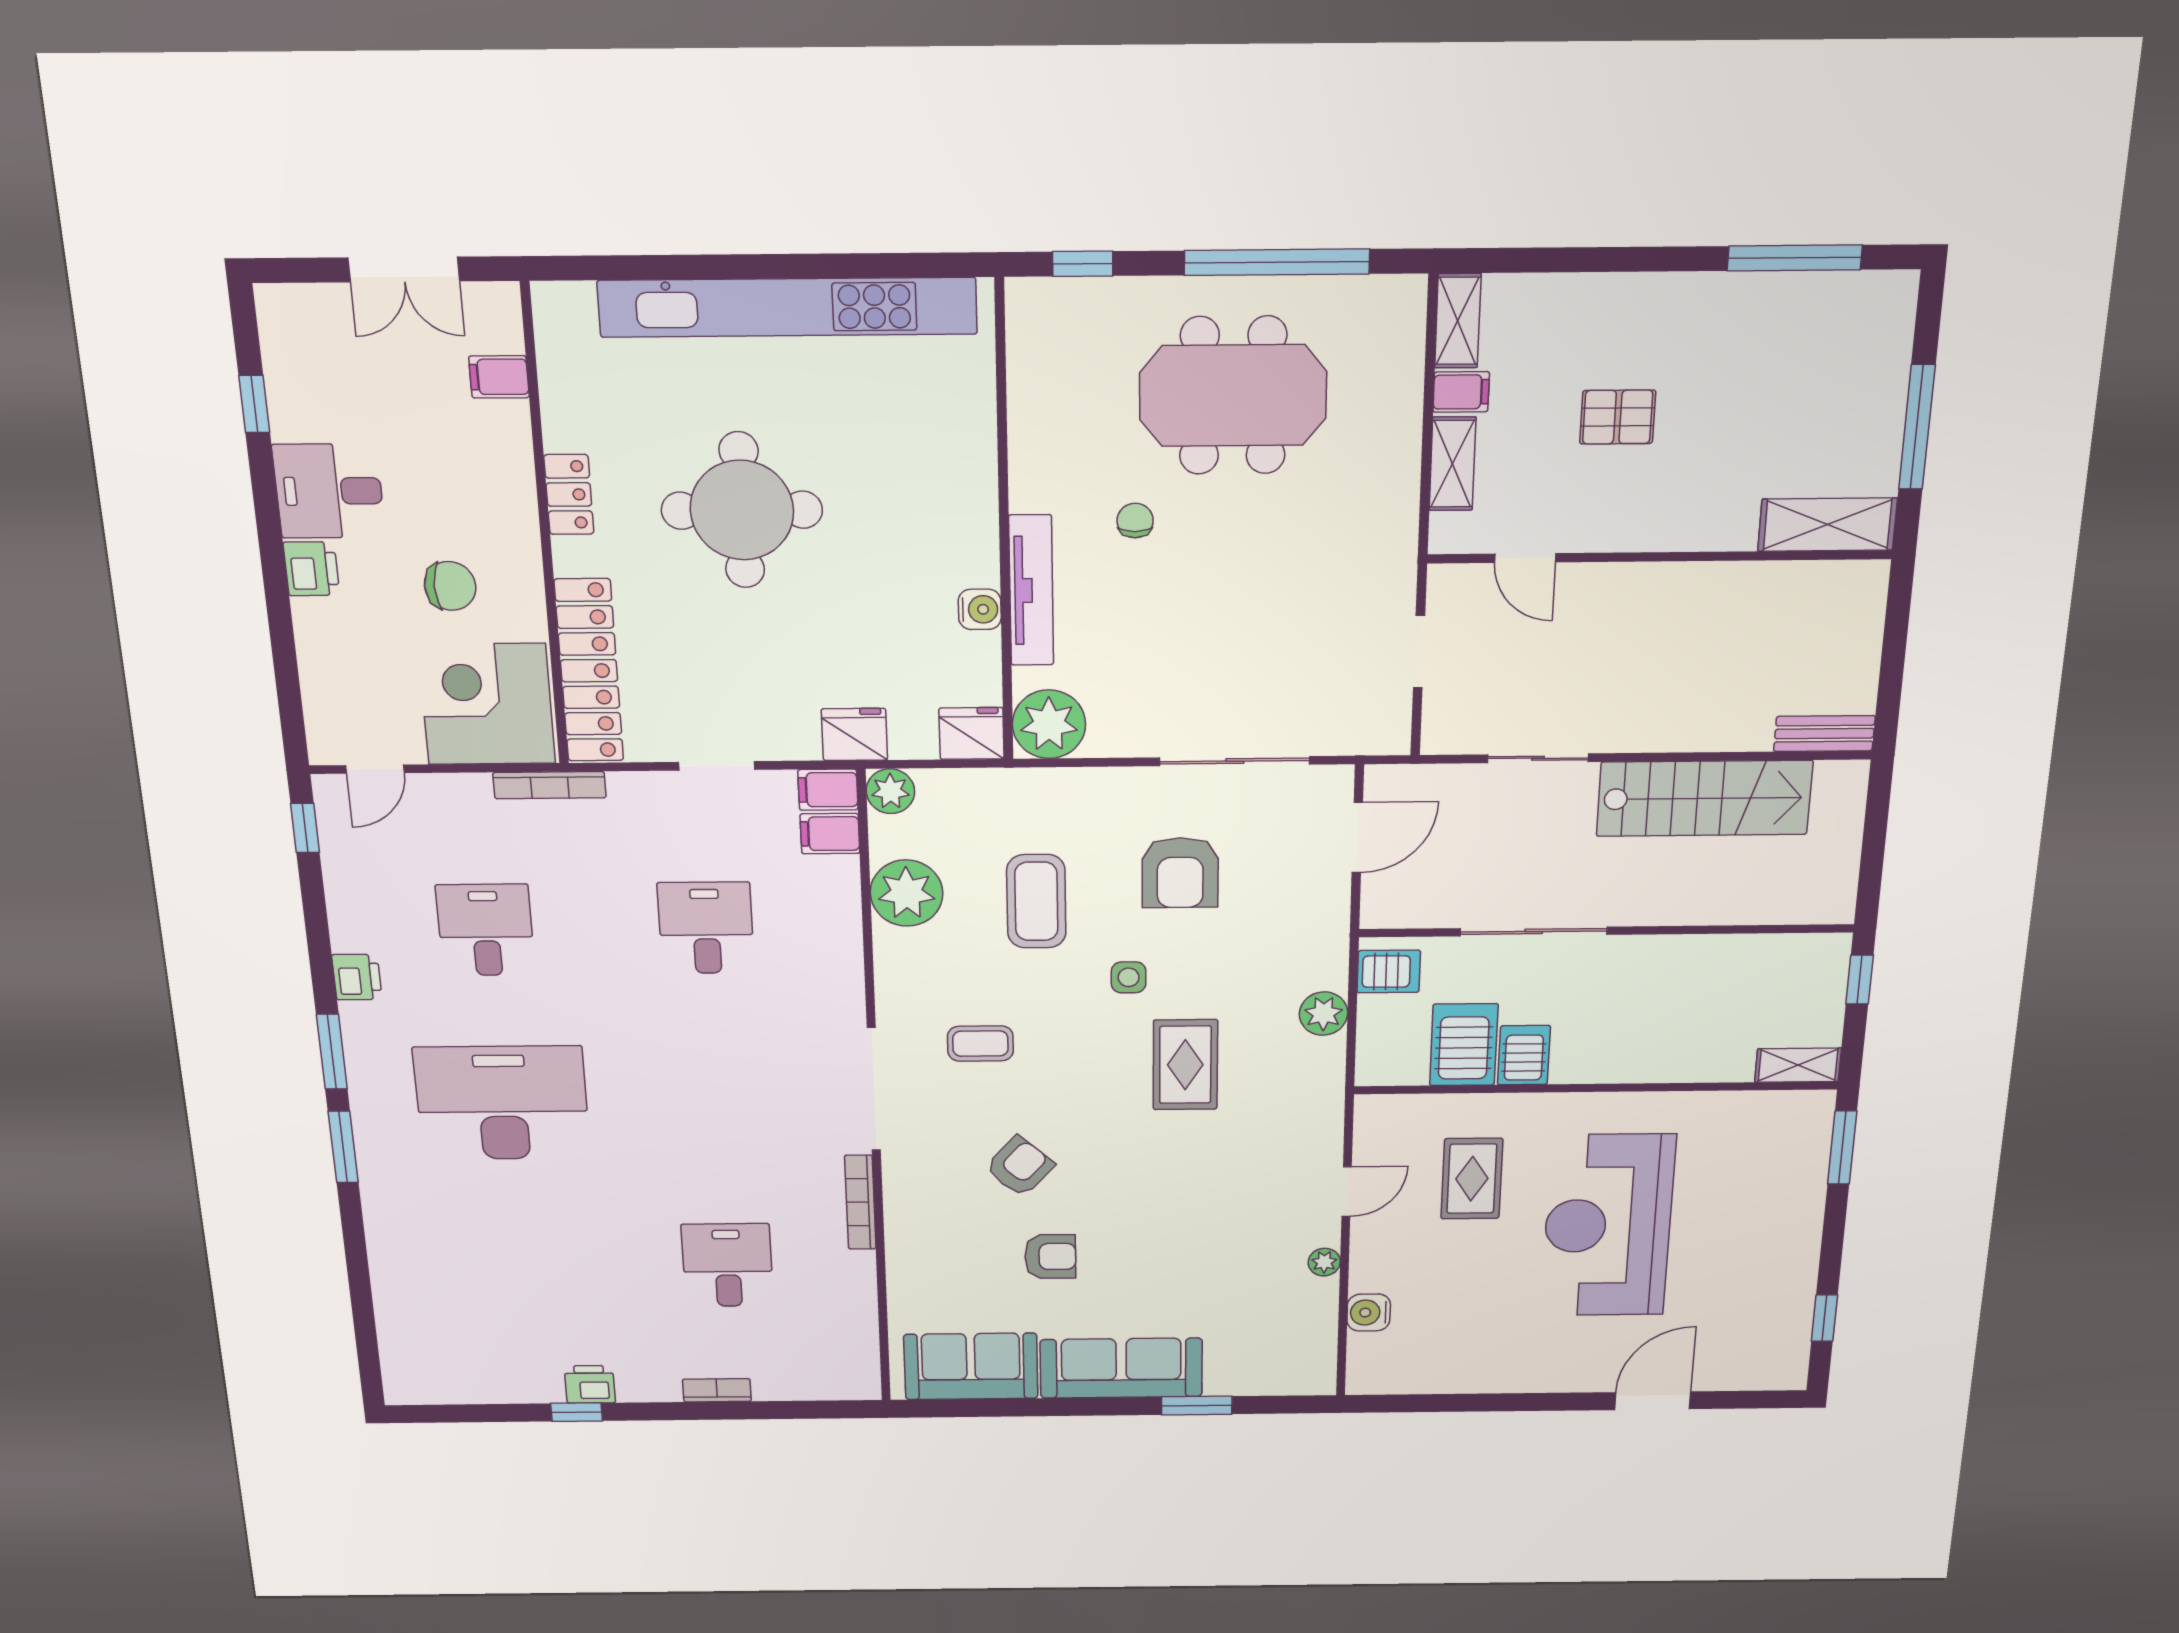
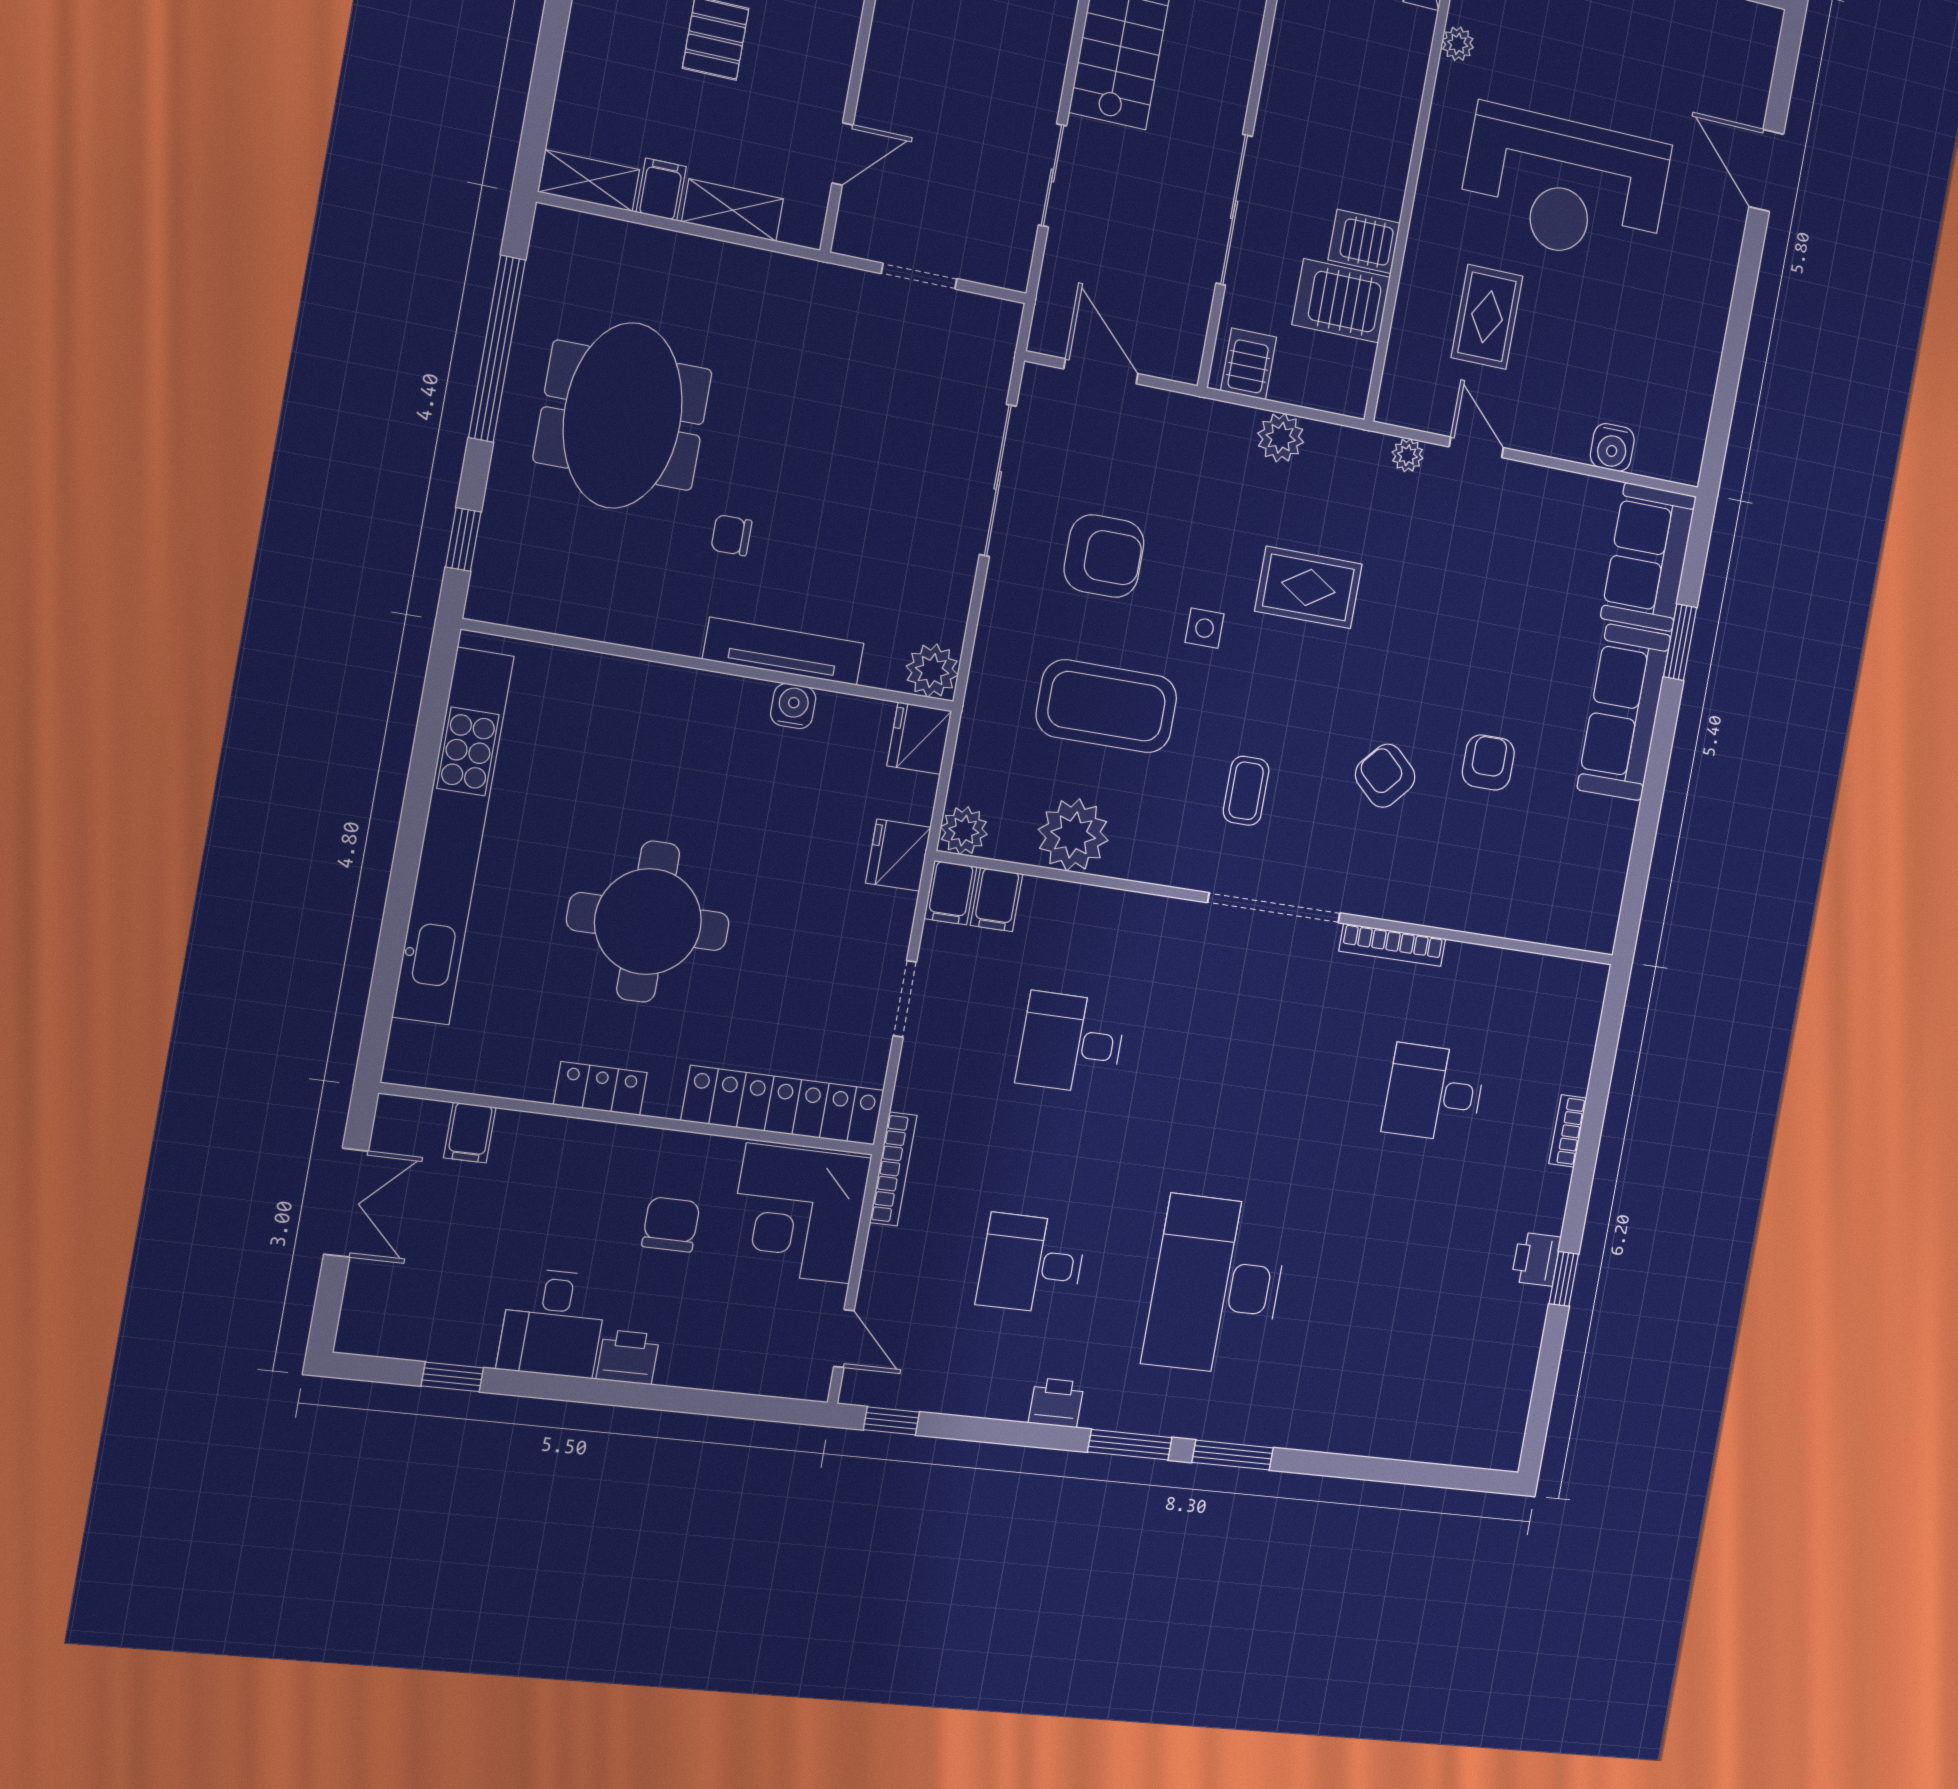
plant: (1049, 724) -> (932, 671), width x0.73, depth x0.73
coffee table: (1036, 901) -> (1107, 706), width x1.36, depth x1.32
plant: (1726, 1105) -> (1458, 44), added
rug: (1472, 1179) -> (1487, 317), turned 90
plant: (1324, 1262) -> (1408, 455), moved
sofa: (971, 1366) -> (1648, 557), moved

